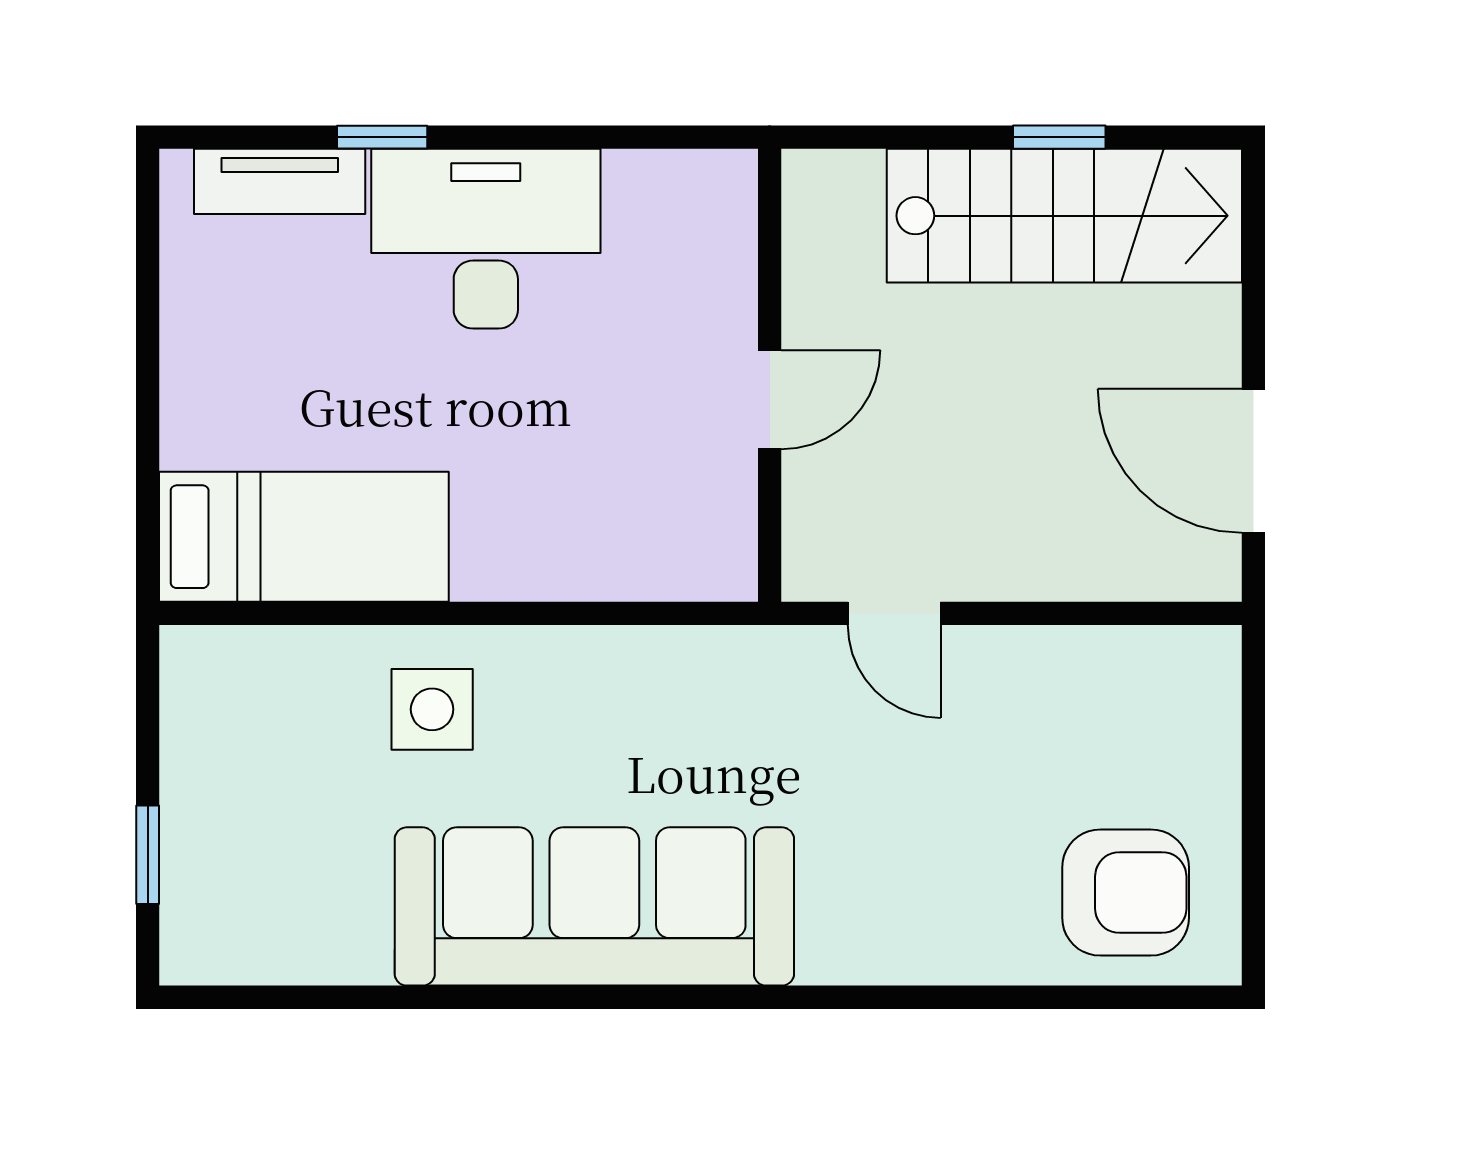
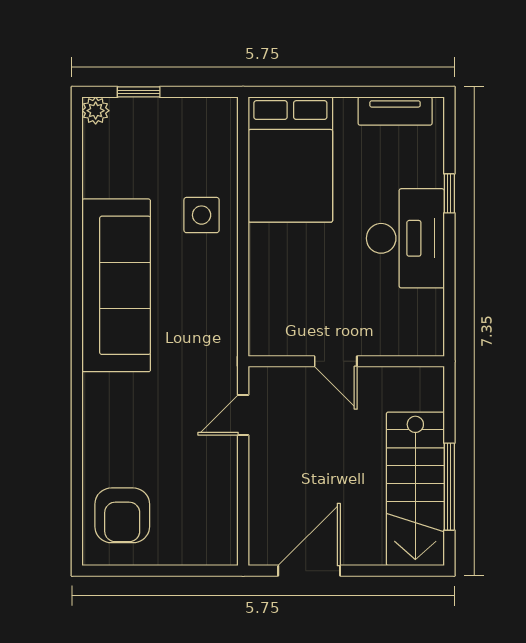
window: (1059, 137) -> (449, 487), width x2.17
tv unit: (280, 181) -> (395, 111), moved, turned -90
bed: (304, 537) -> (290, 160), width x1.50
plant: (191, 954) -> (96, 111), added

